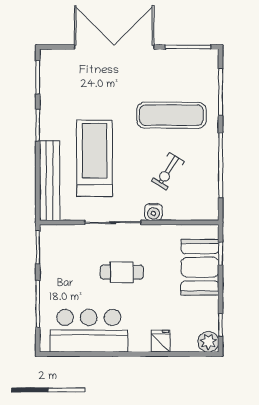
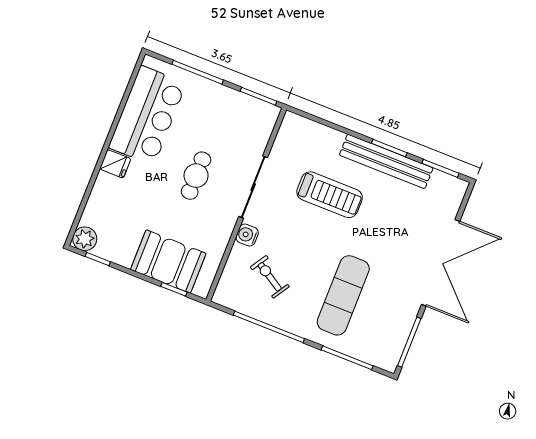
treadmill: (95, 158) -> (330, 195), width x0.73, depth x0.73
exercise bike: (168, 171) -> (270, 277), moved
bench: (50, 181) -> (386, 161), moved
fridge: (161, 341) -> (115, 164), moved

